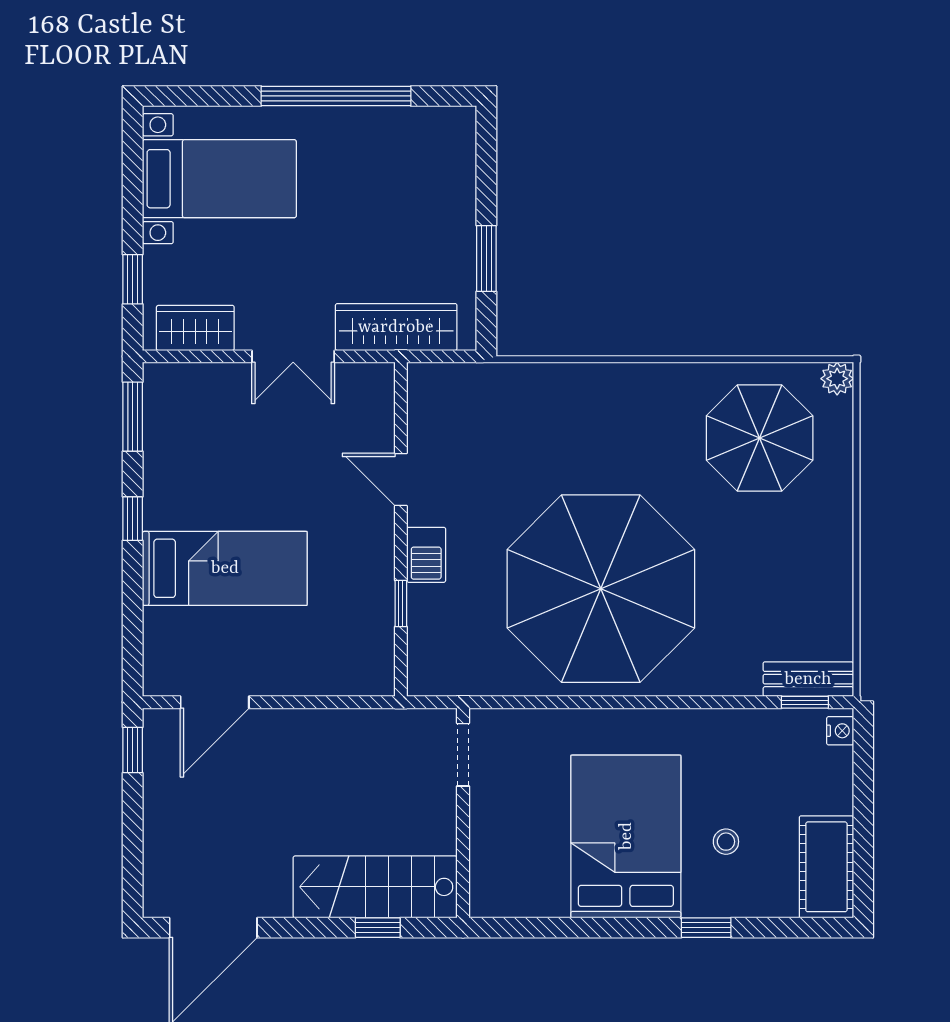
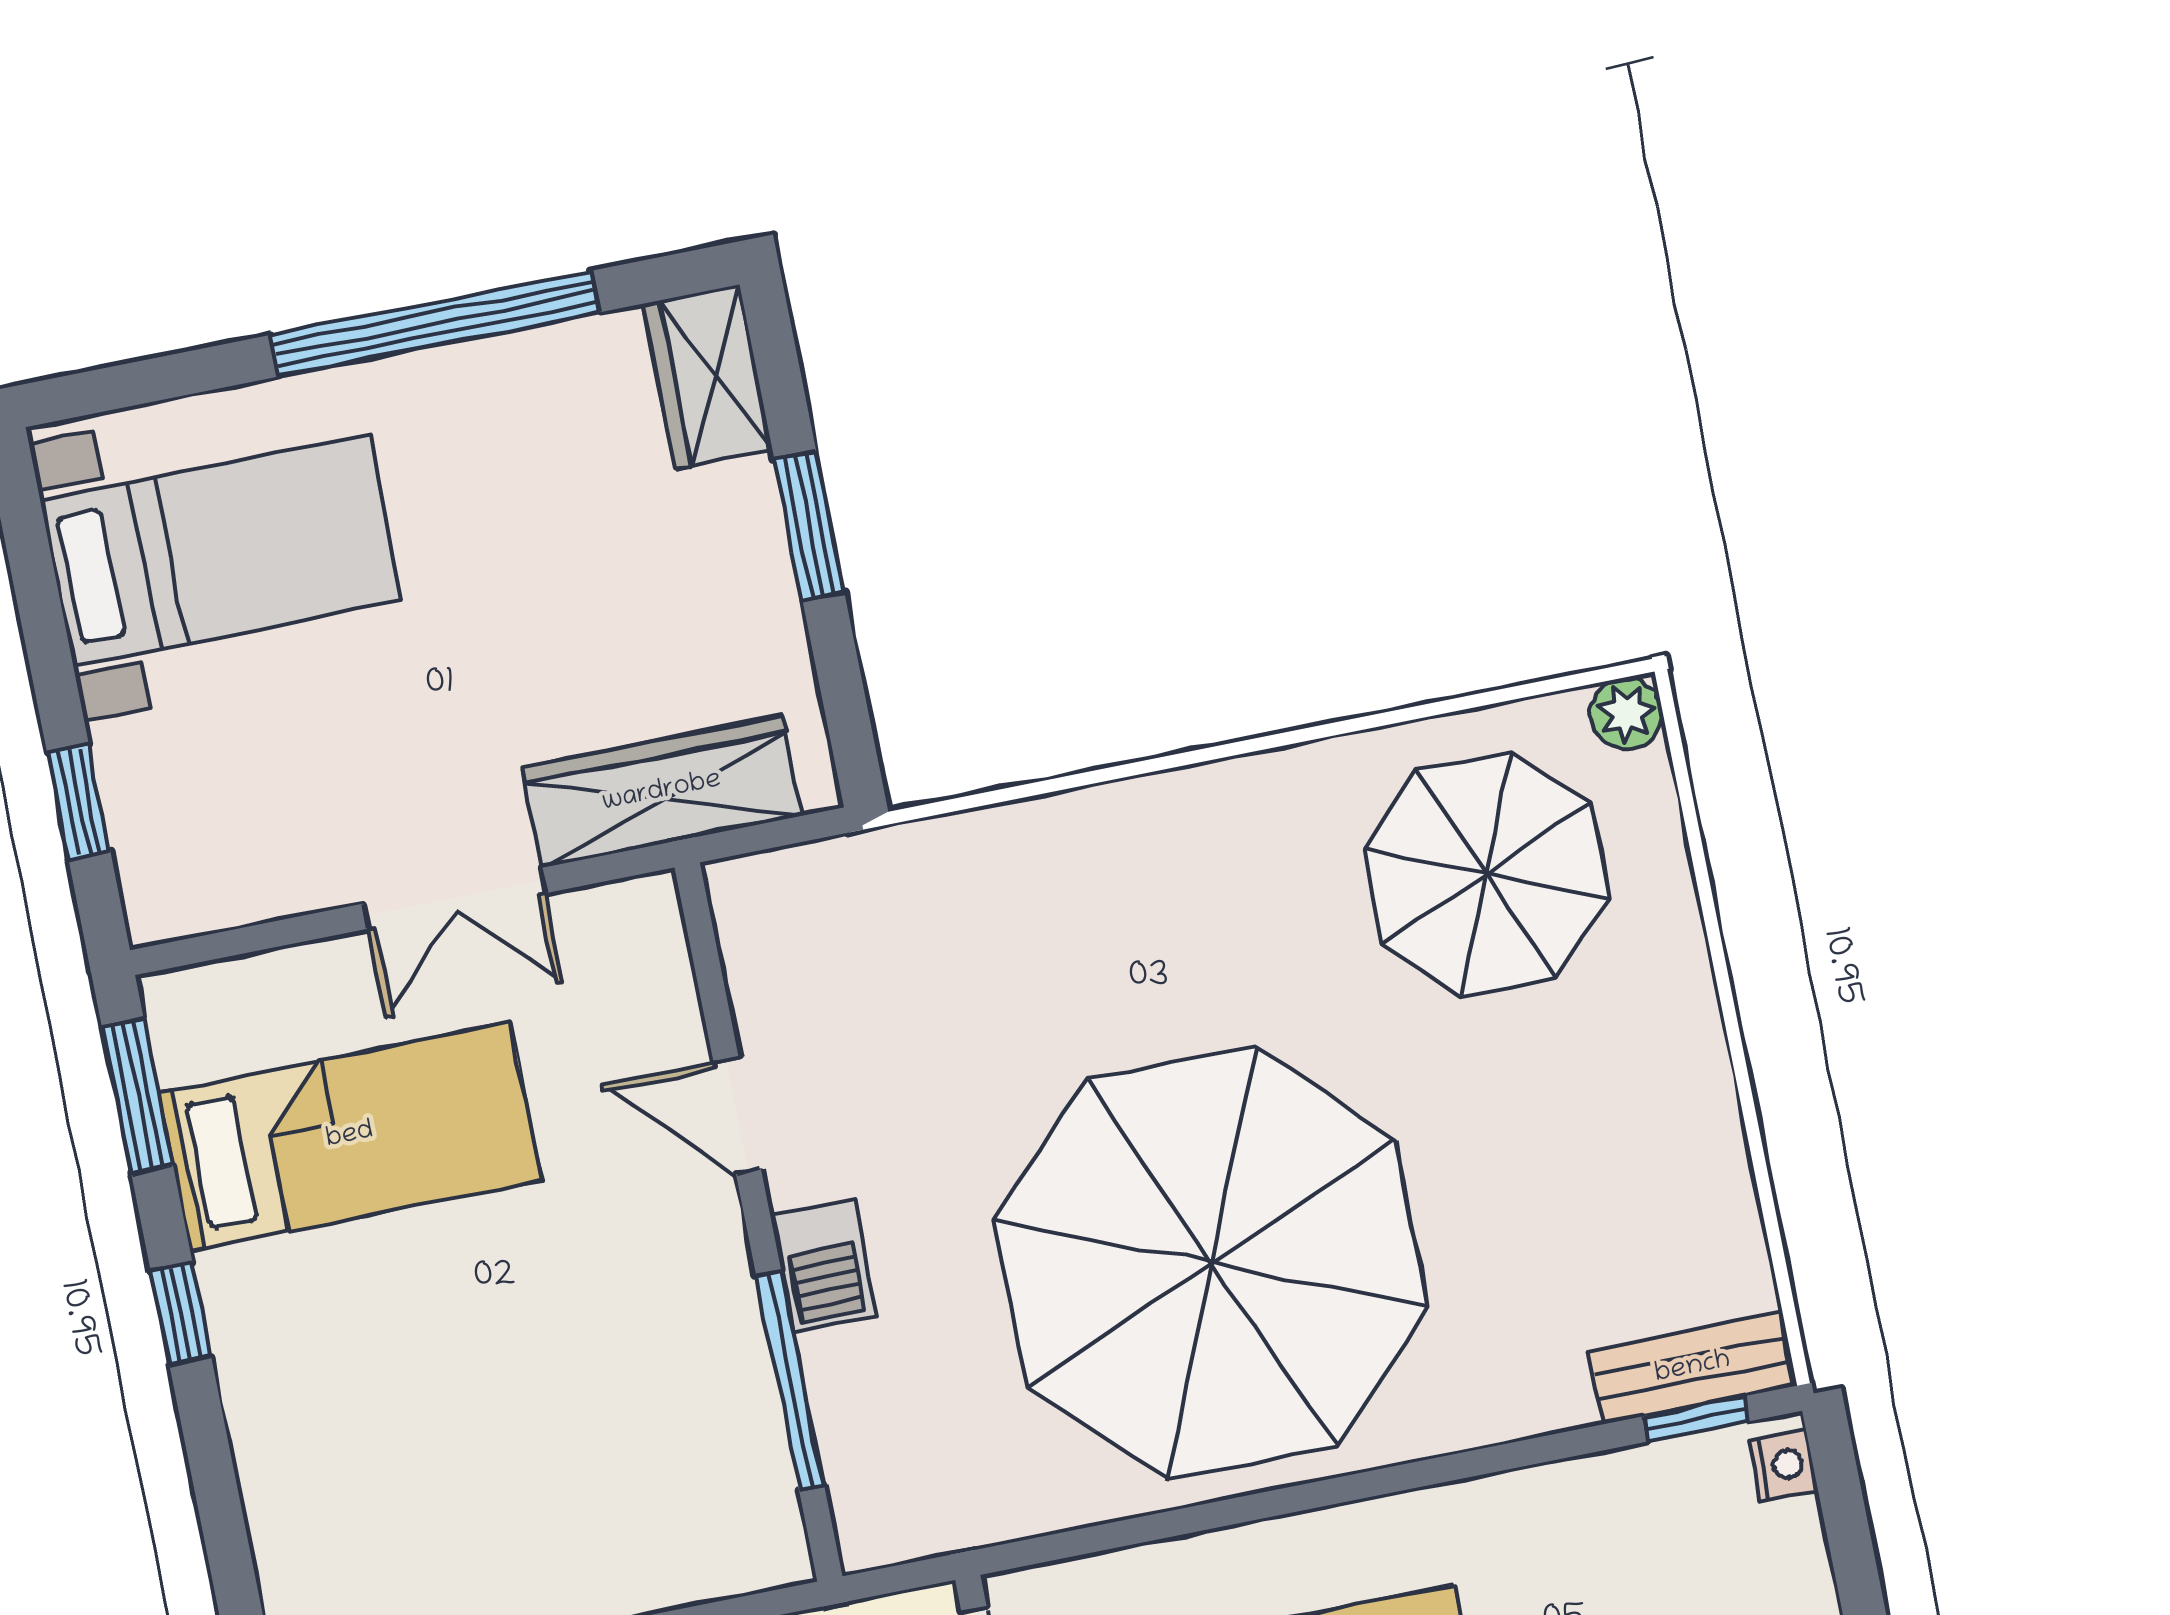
window: (486, 258) -> (809, 526), moved
wardrobe: (195, 328) -> (708, 377), moved, turned -90
bed: (225, 568) -> (350, 1136), moved
window: (401, 603) -> (790, 1380), width x2.17

